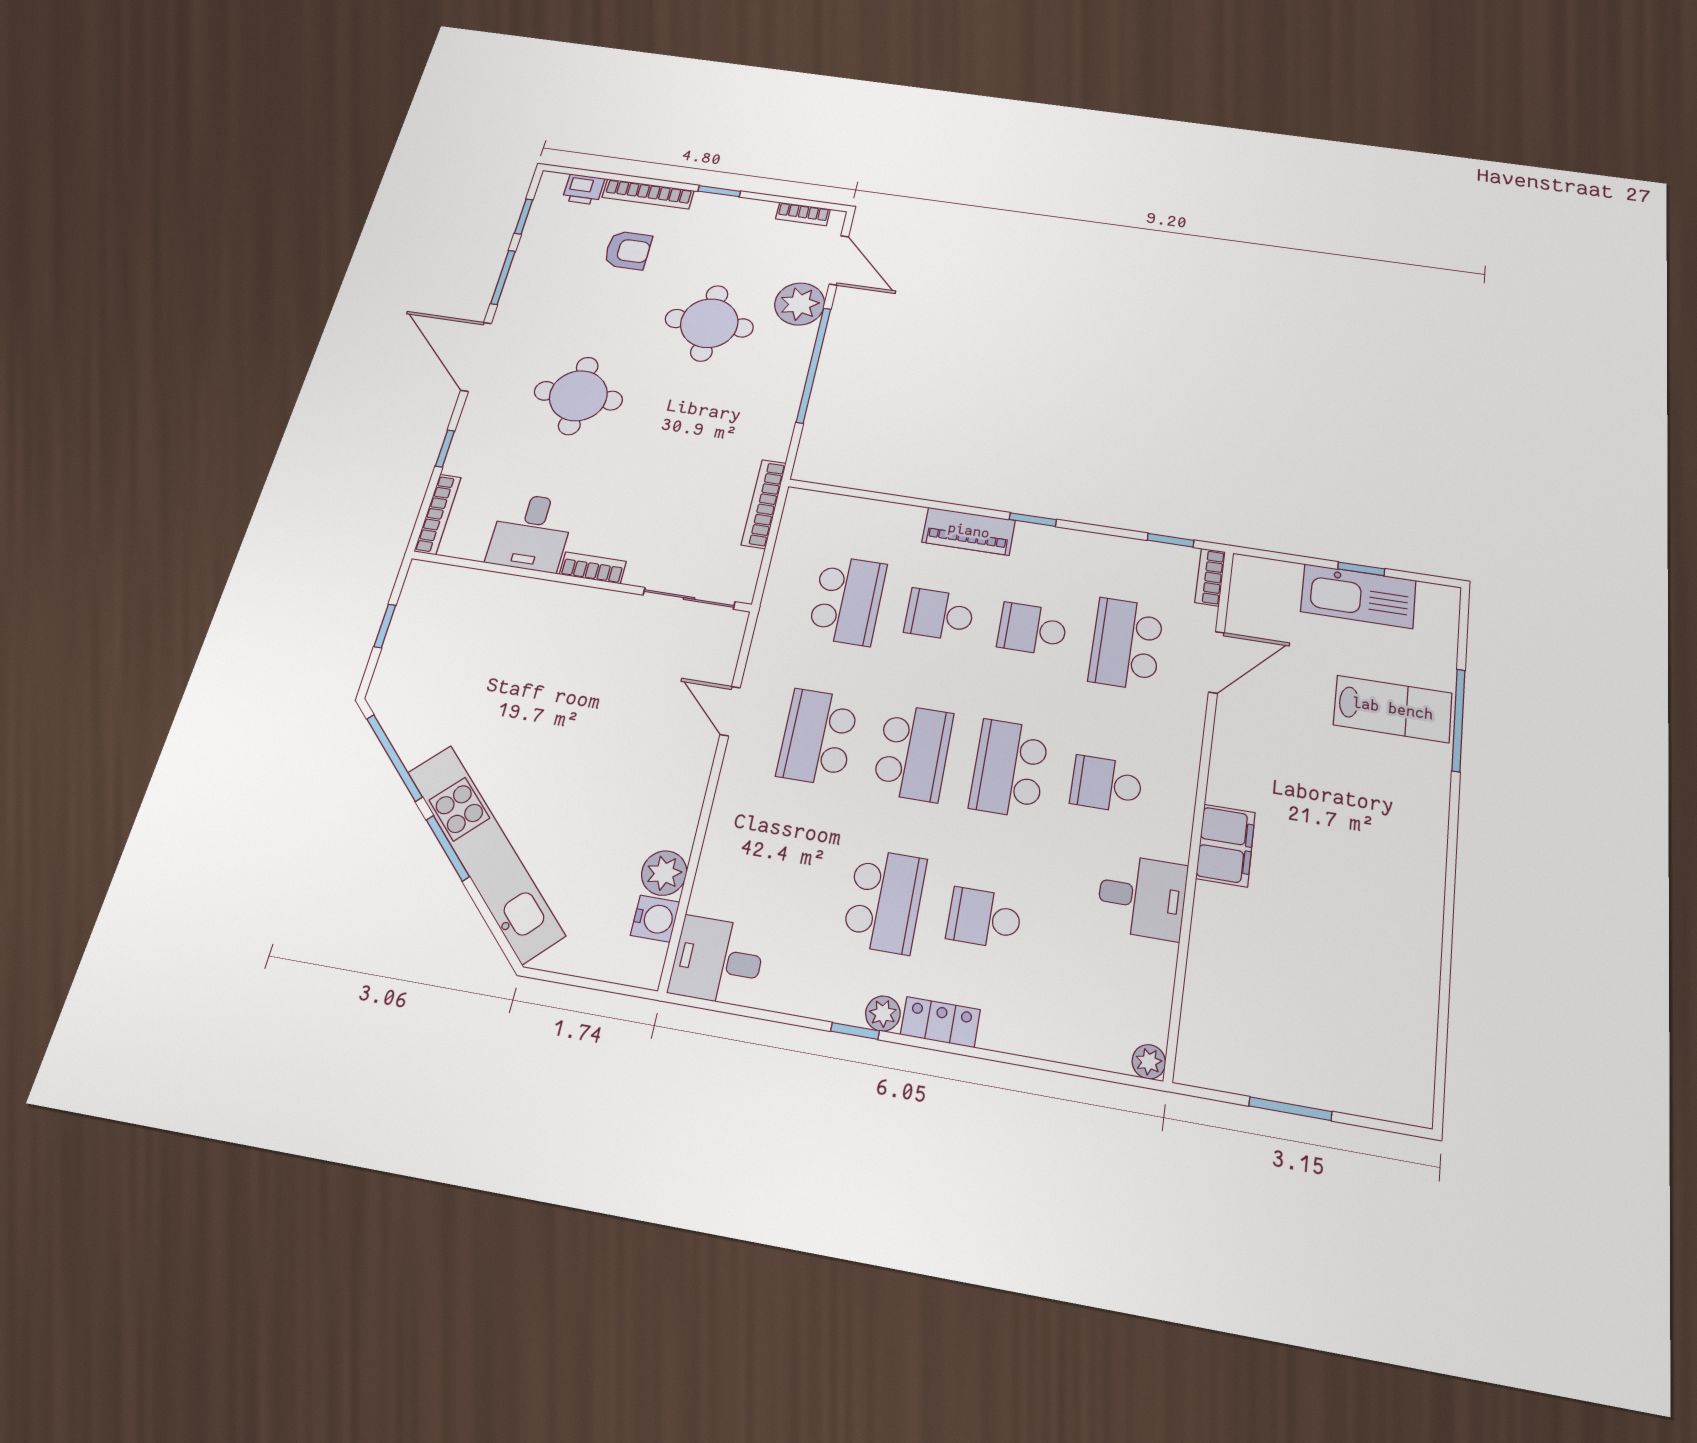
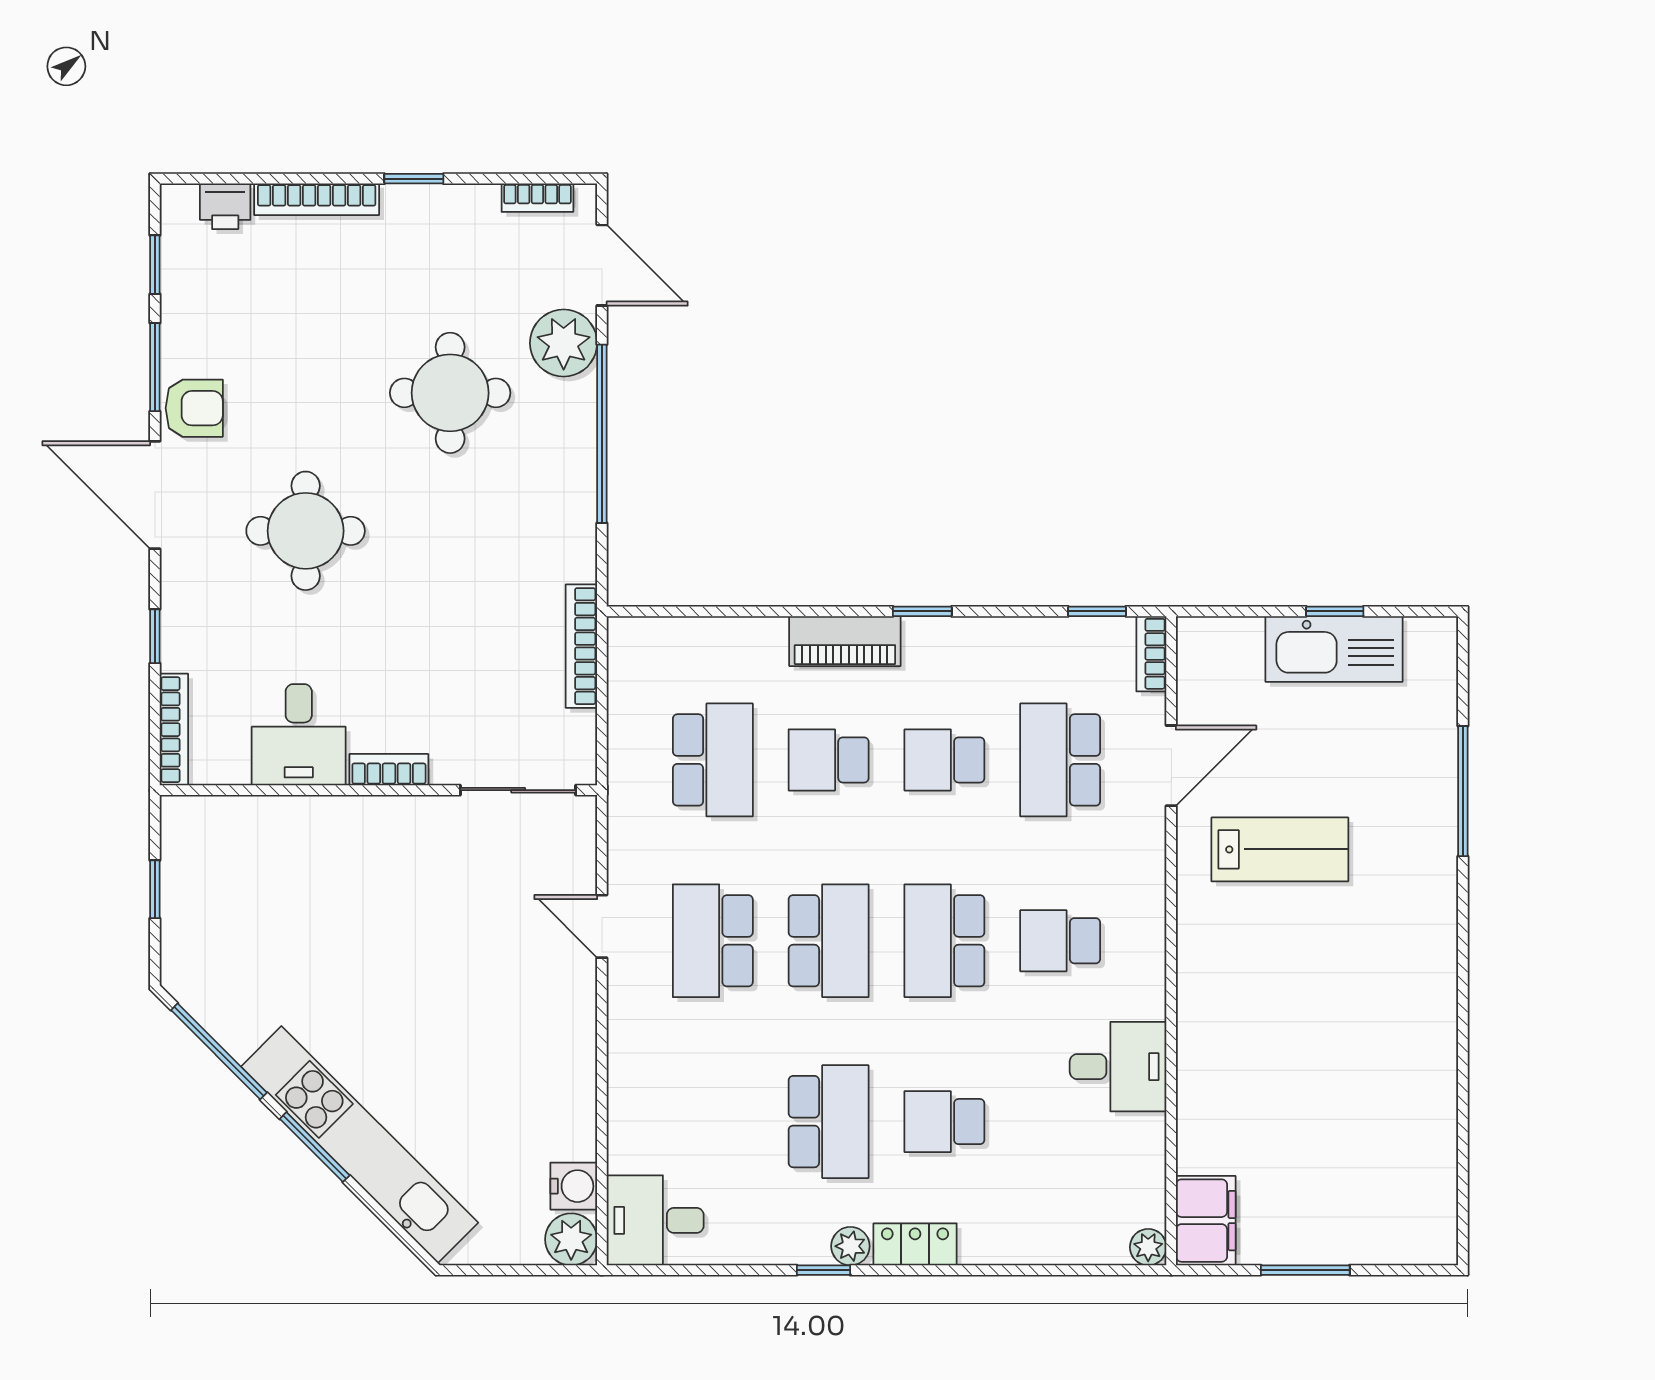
armchair: (628, 250) -> (194, 408), moved
lab bench: (1393, 709) -> (1280, 849), moved
filing cabinet: (1226, 845) -> (1206, 1221), moved
plant: (664, 873) -> (571, 1239), moved

